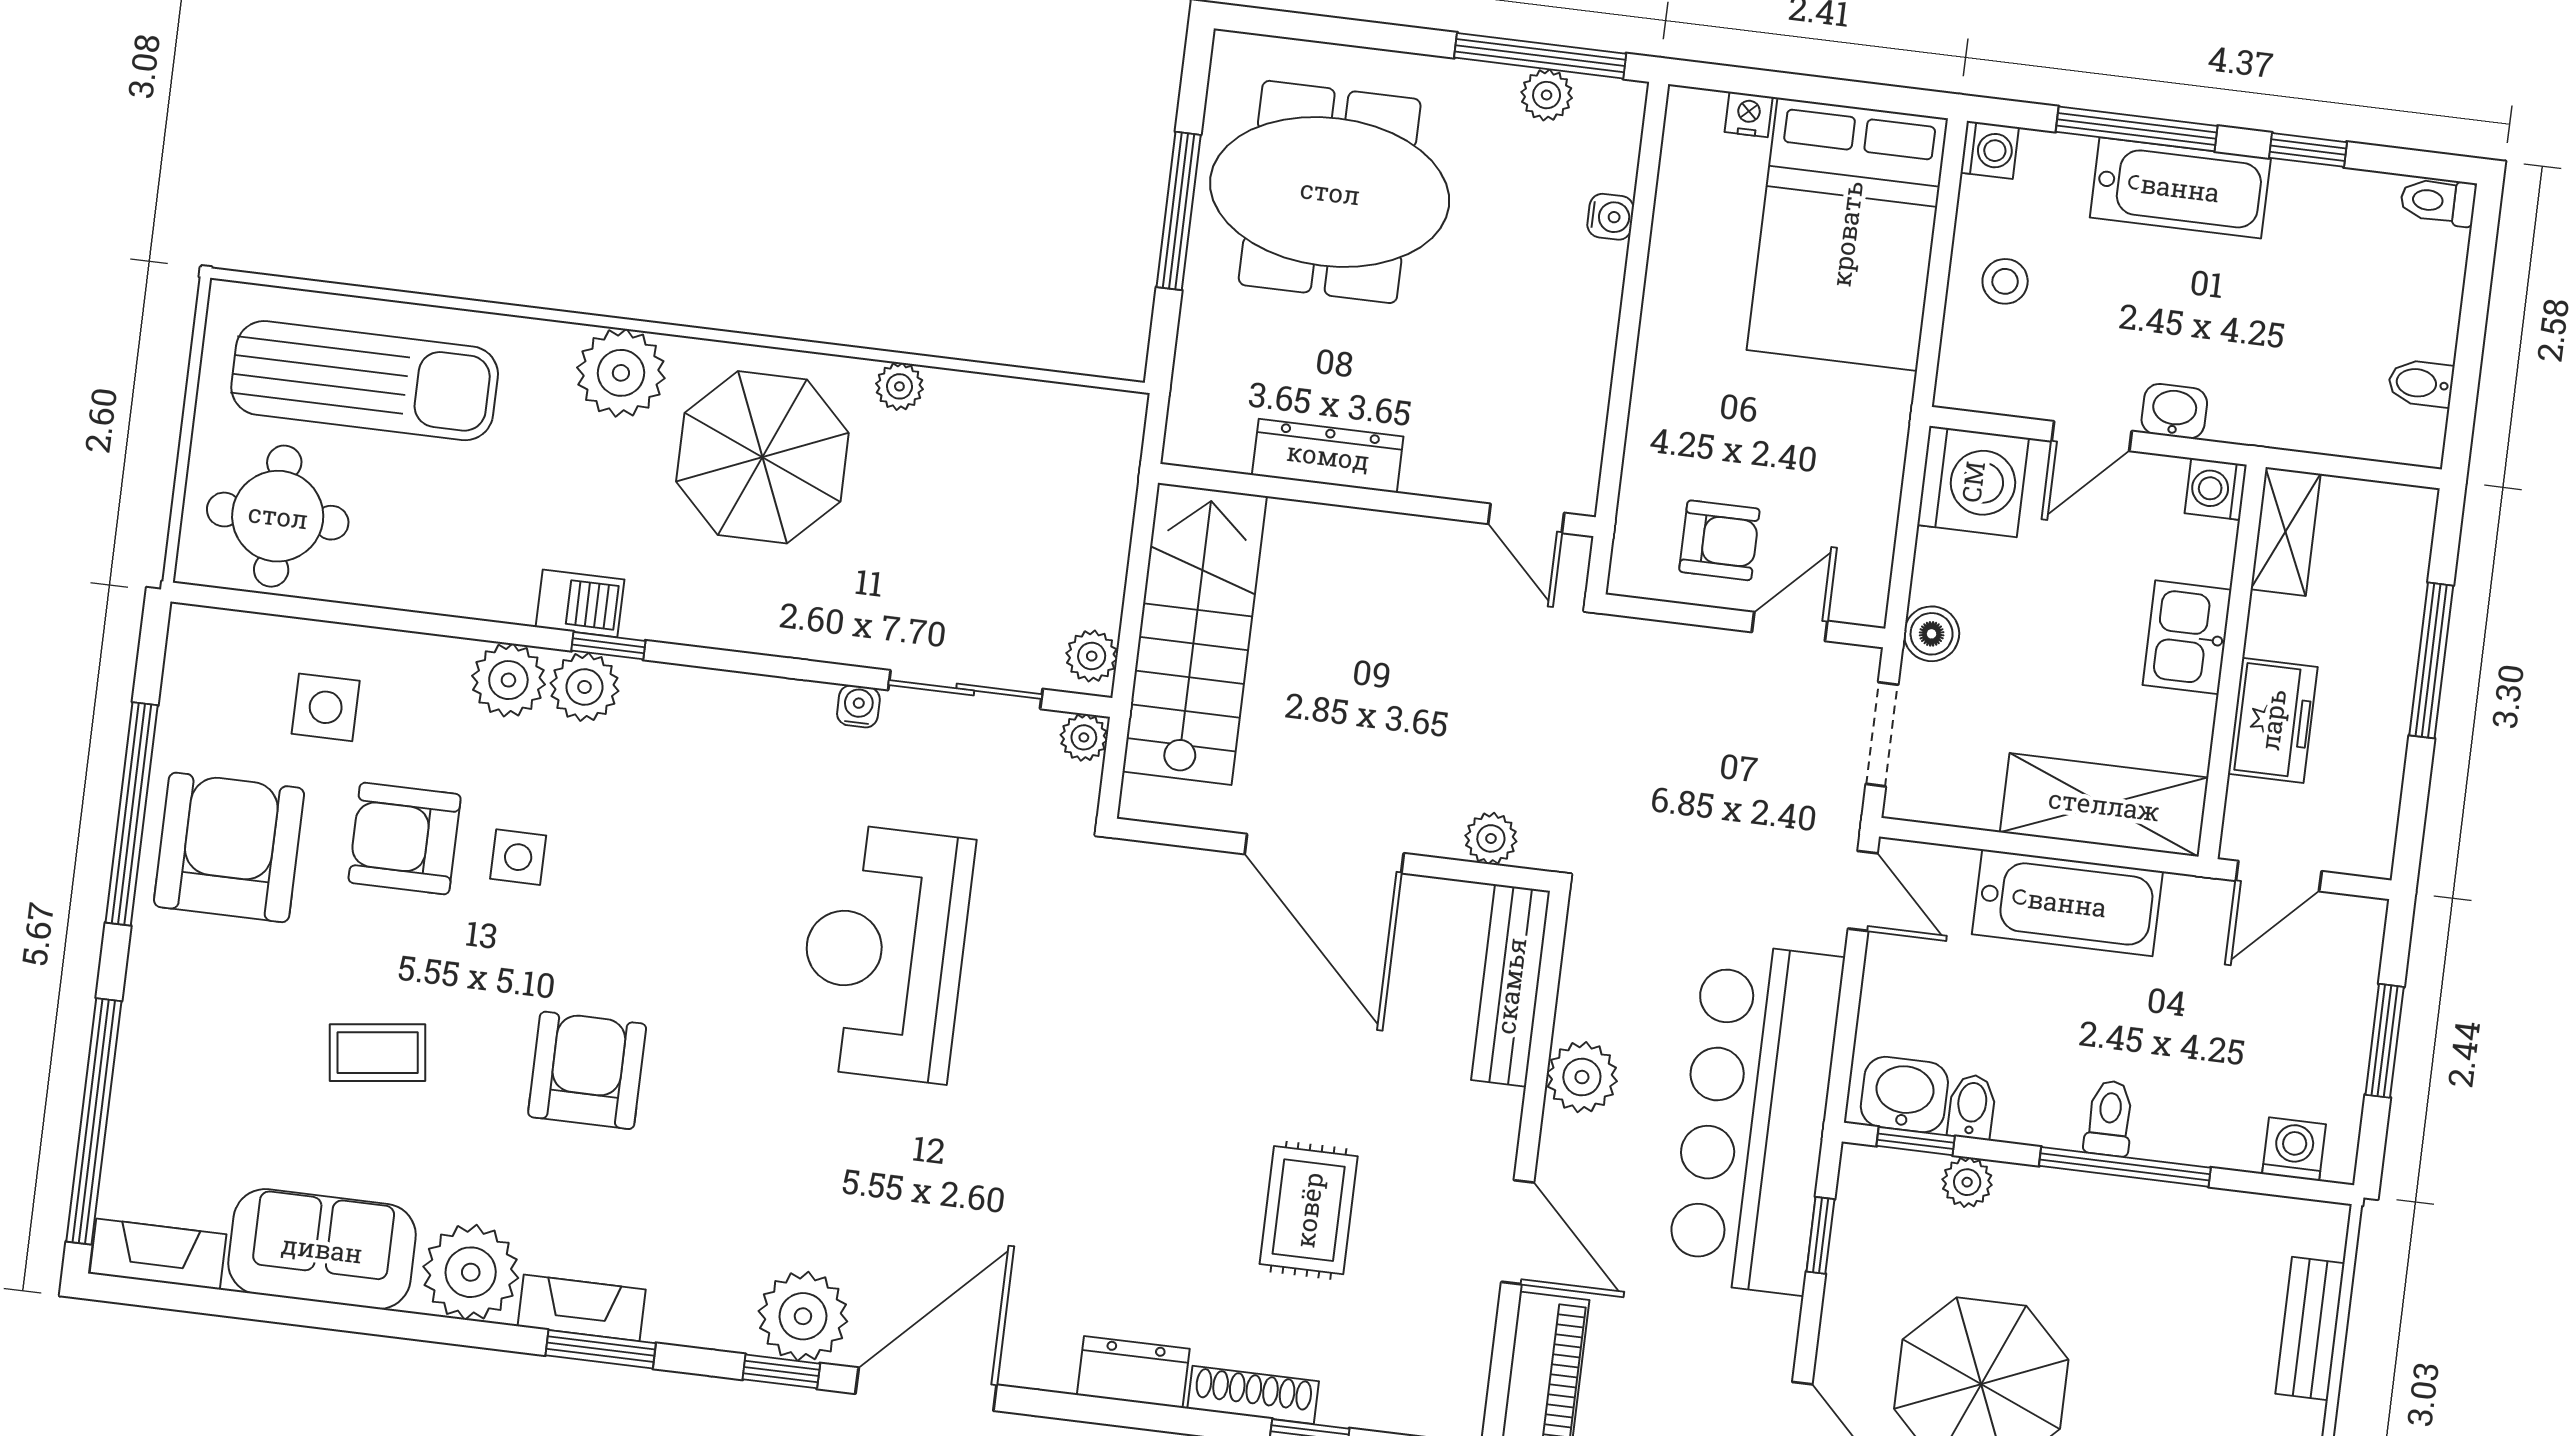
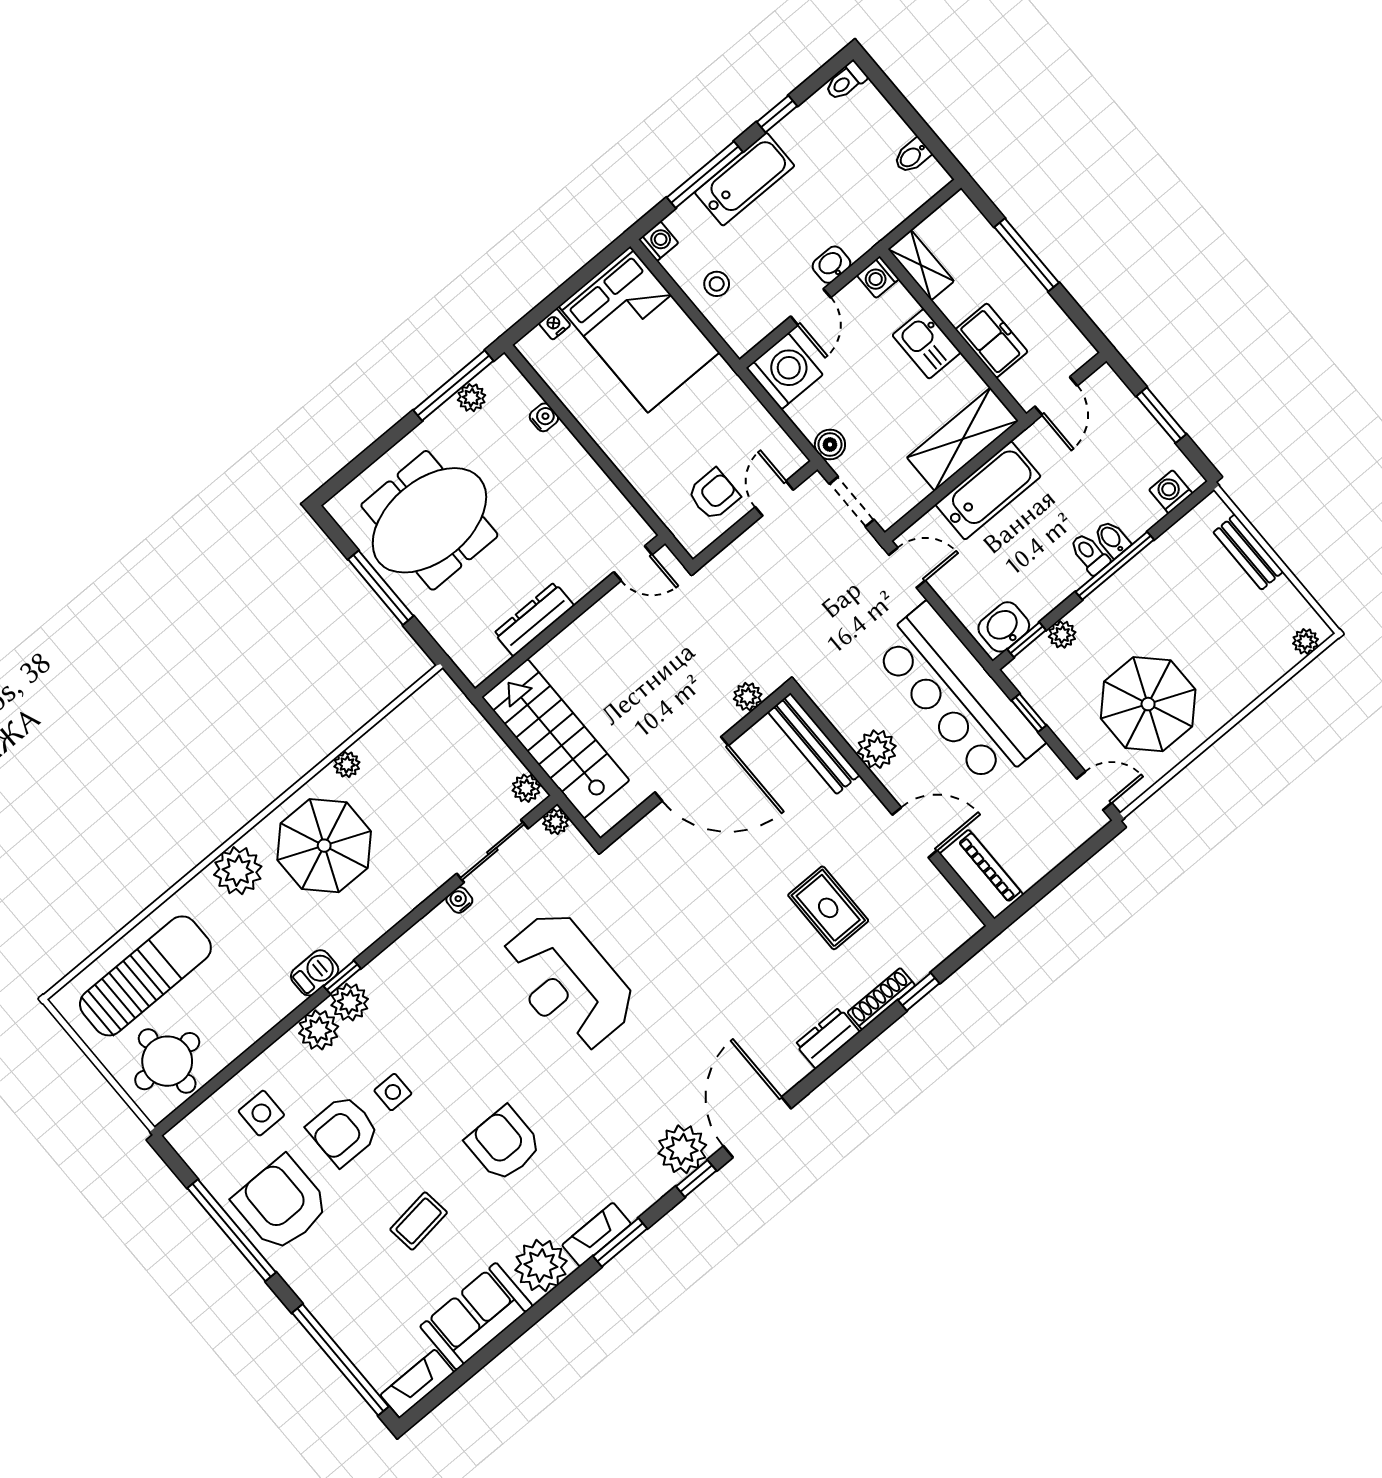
bidet: (1972, 1107) -> (1112, 539), moved

